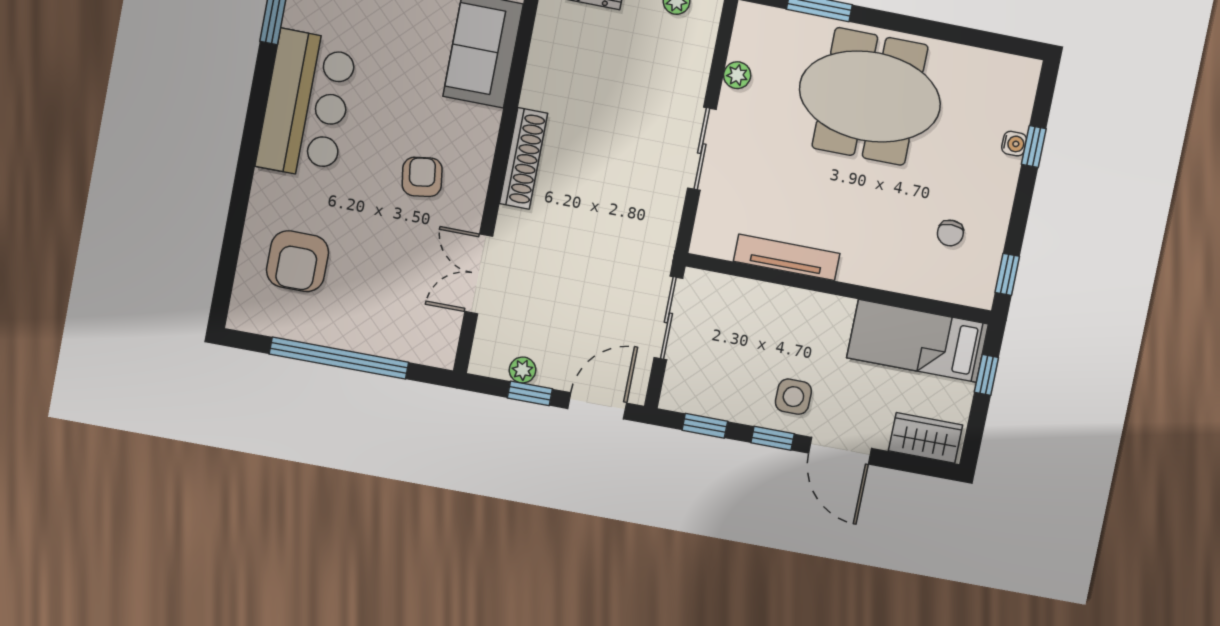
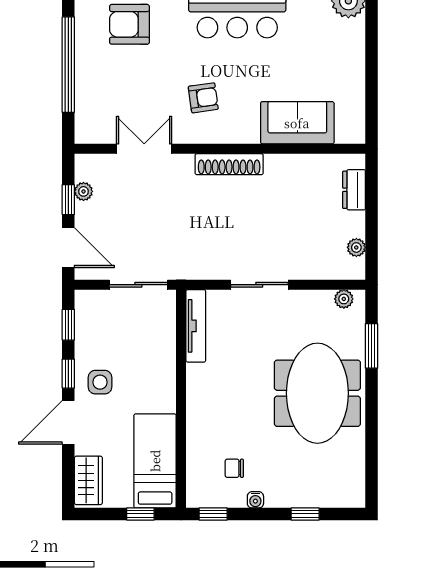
plant: (737, 75) -> (344, 299), moved
water cooler: (1014, 144) -> (255, 500), moved
tv unit: (787, 257) -> (196, 326), moved

